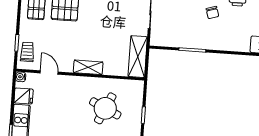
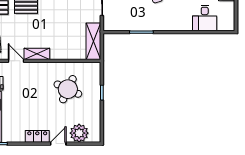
shelving: (88, 67) -> (37, 54), moved

